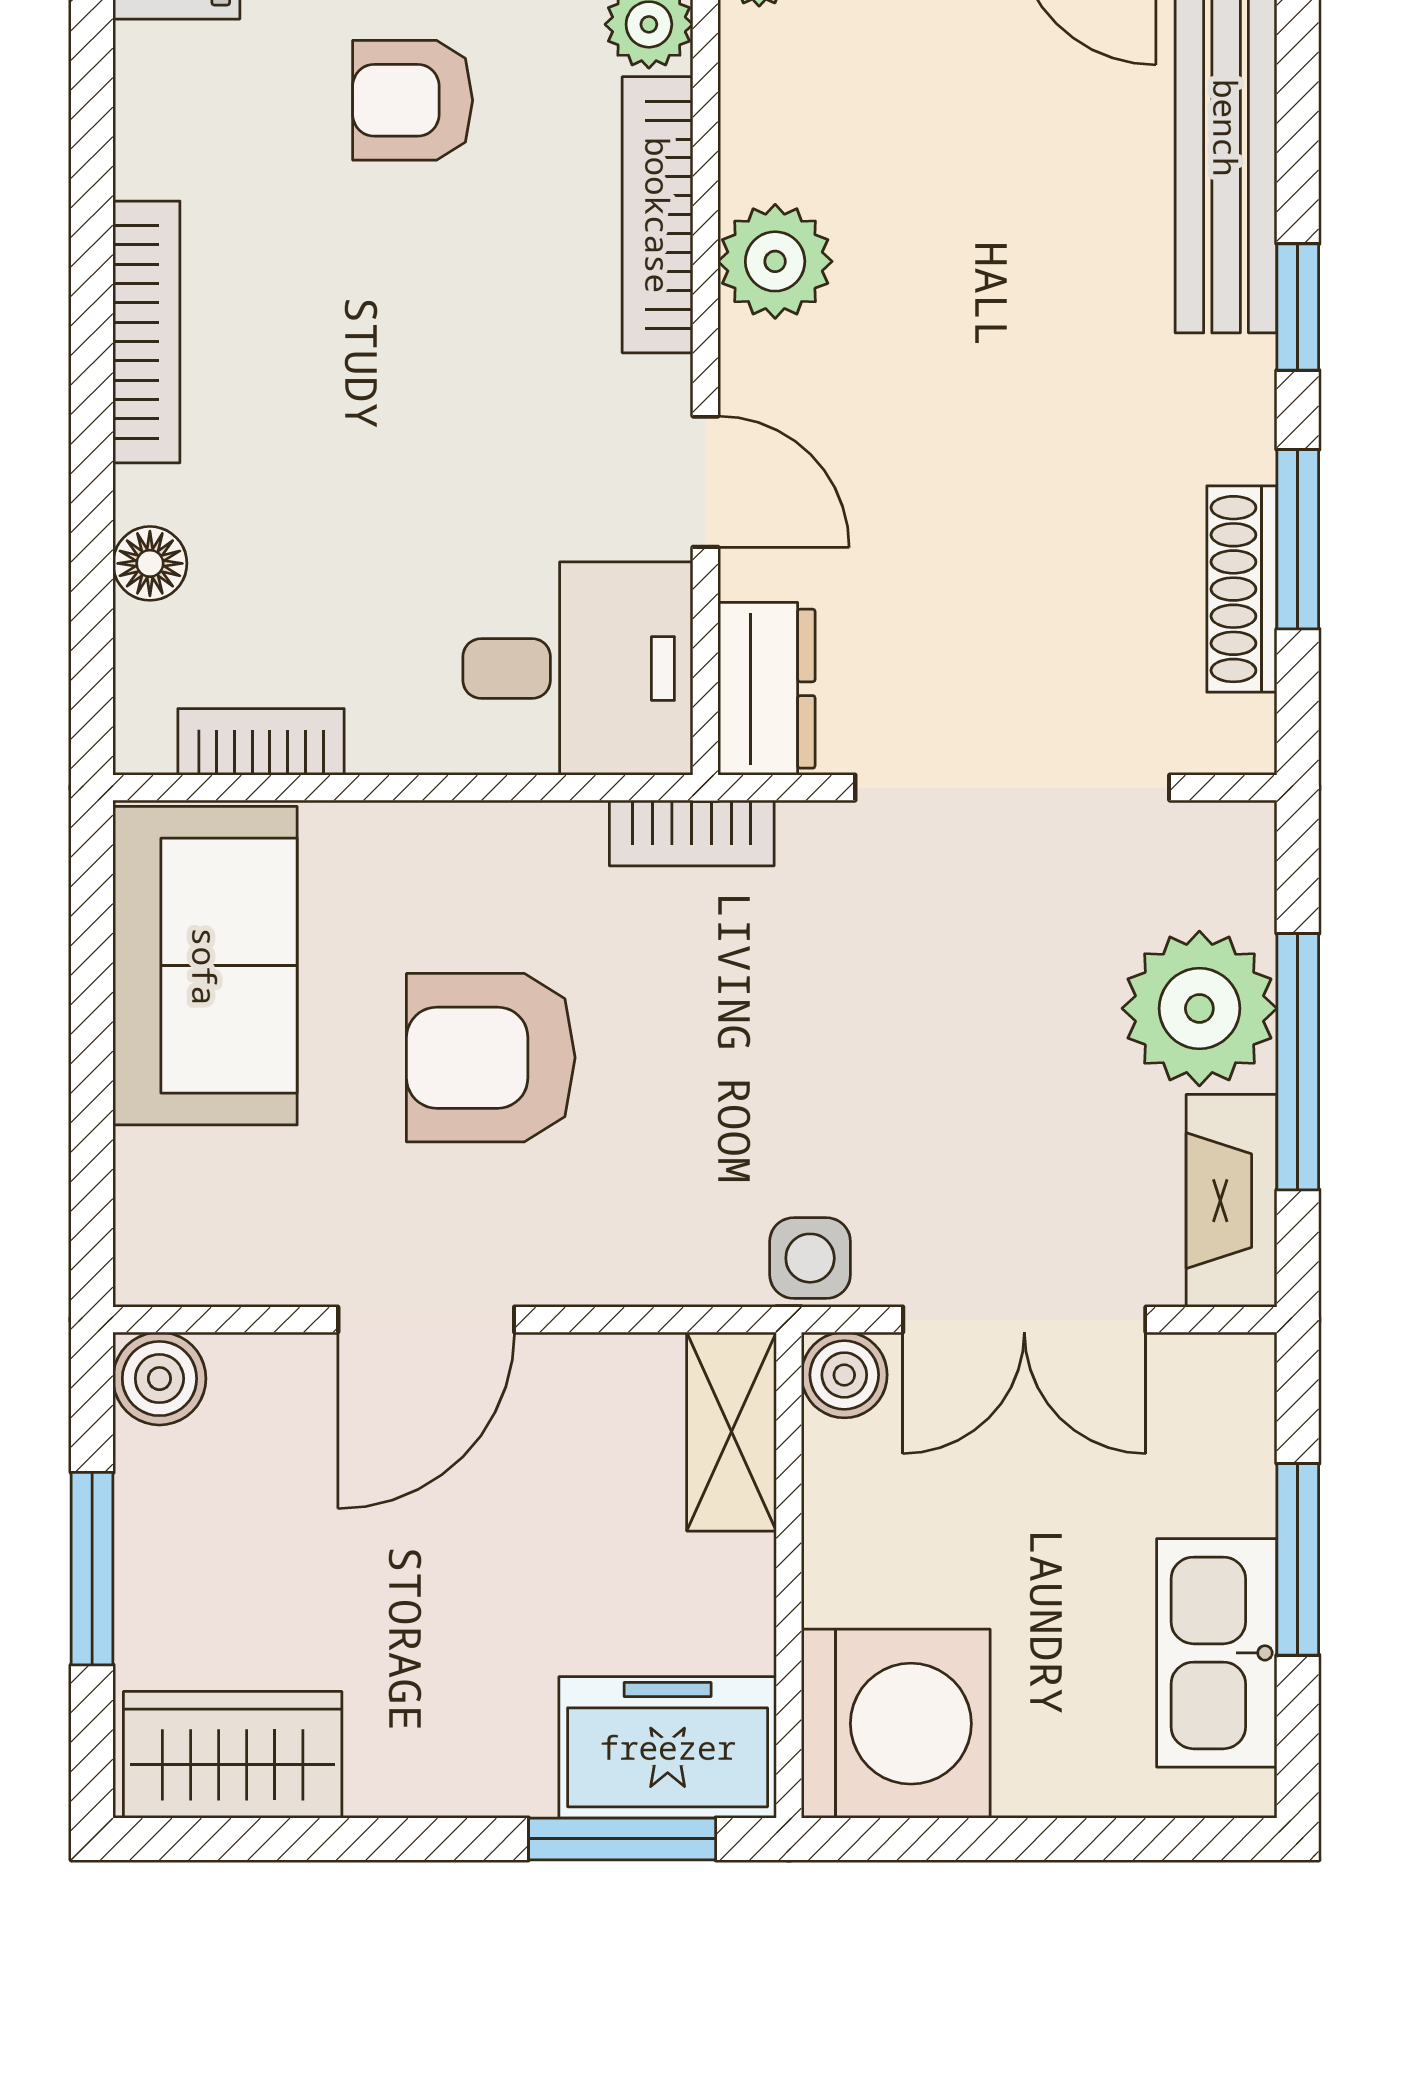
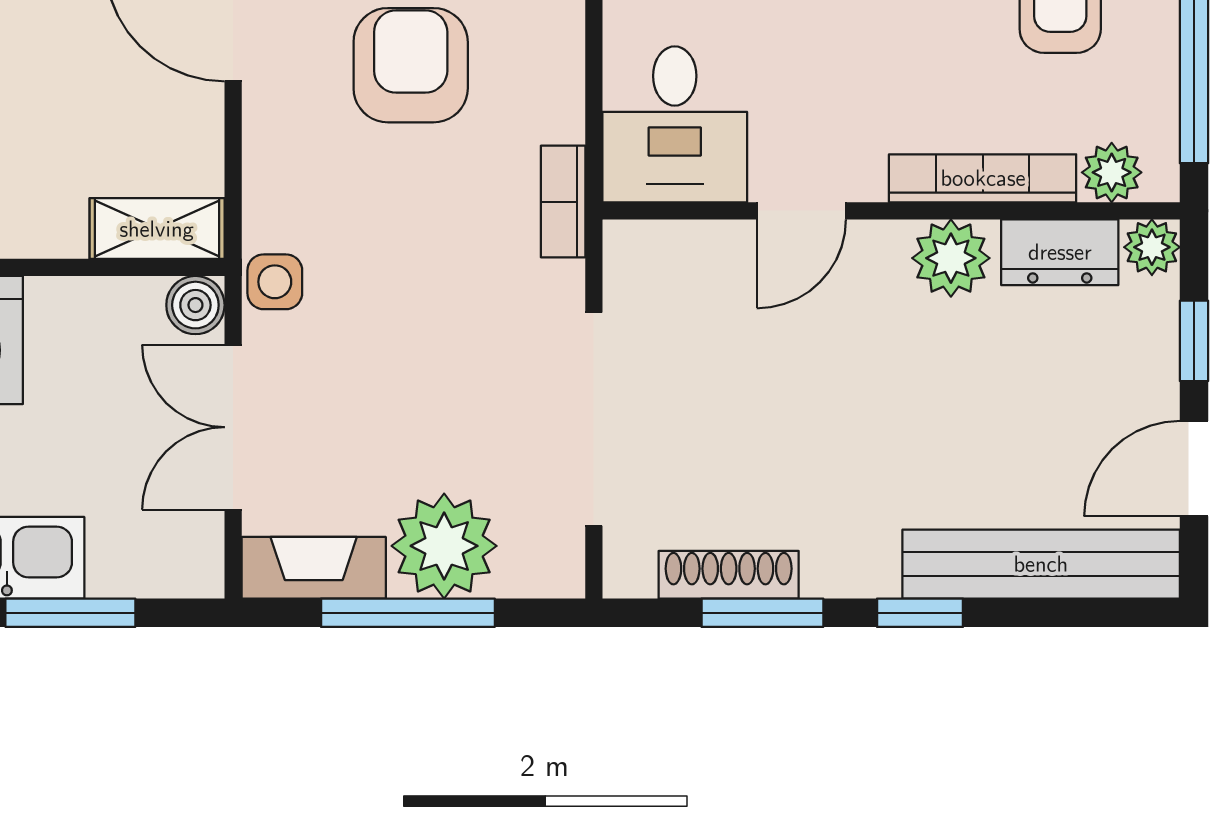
dresser: (766, 689) -> (1060, 252), moved

